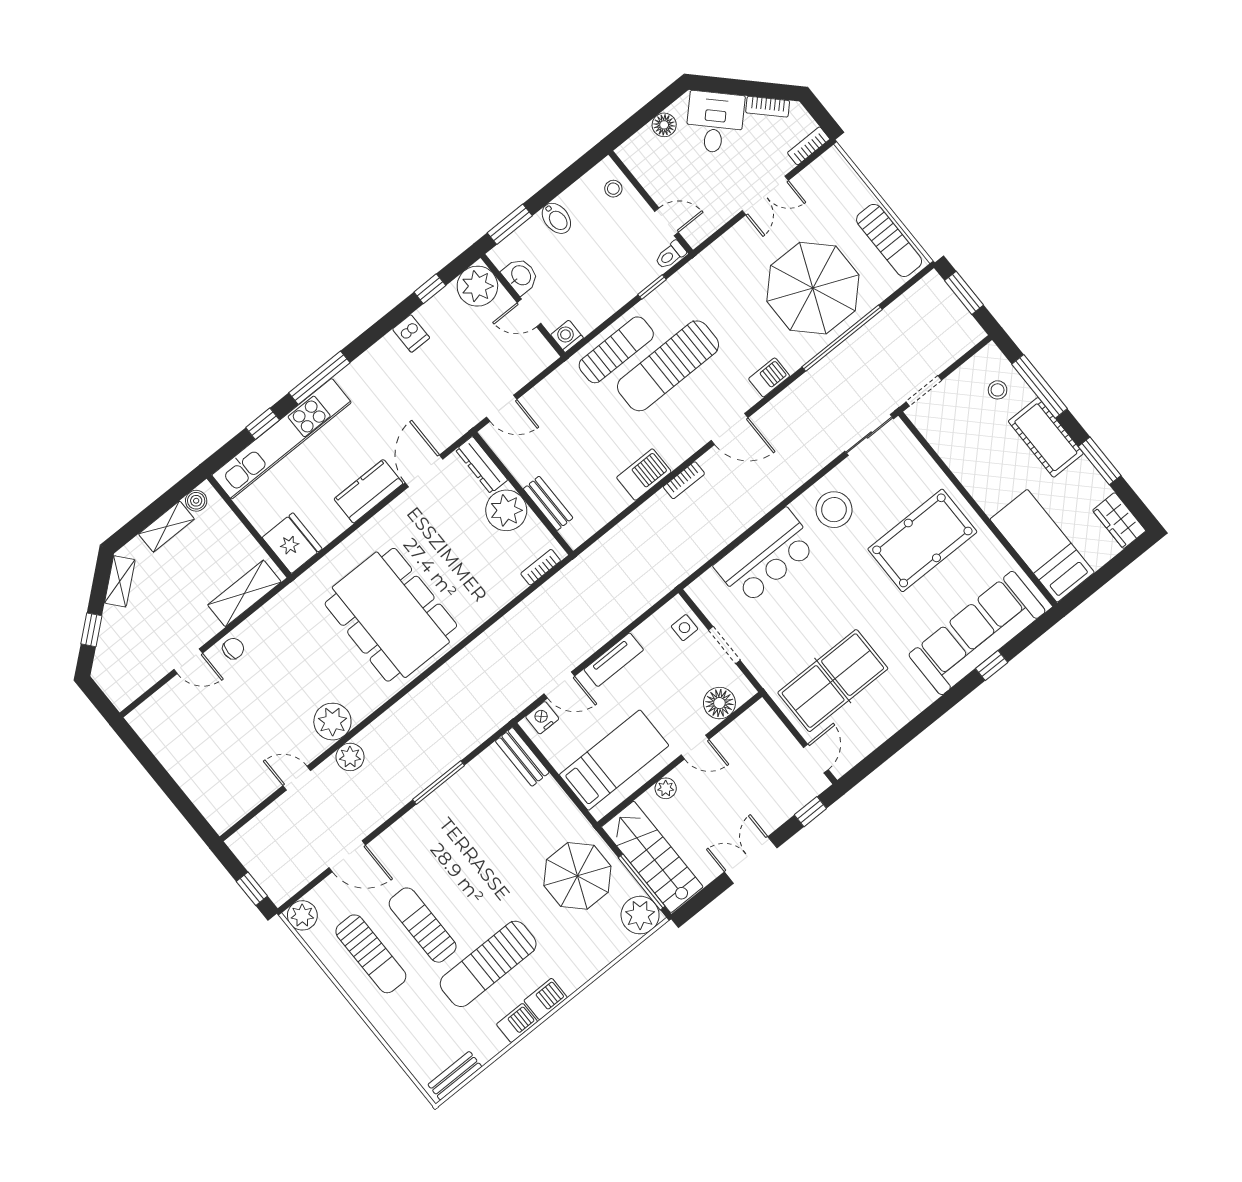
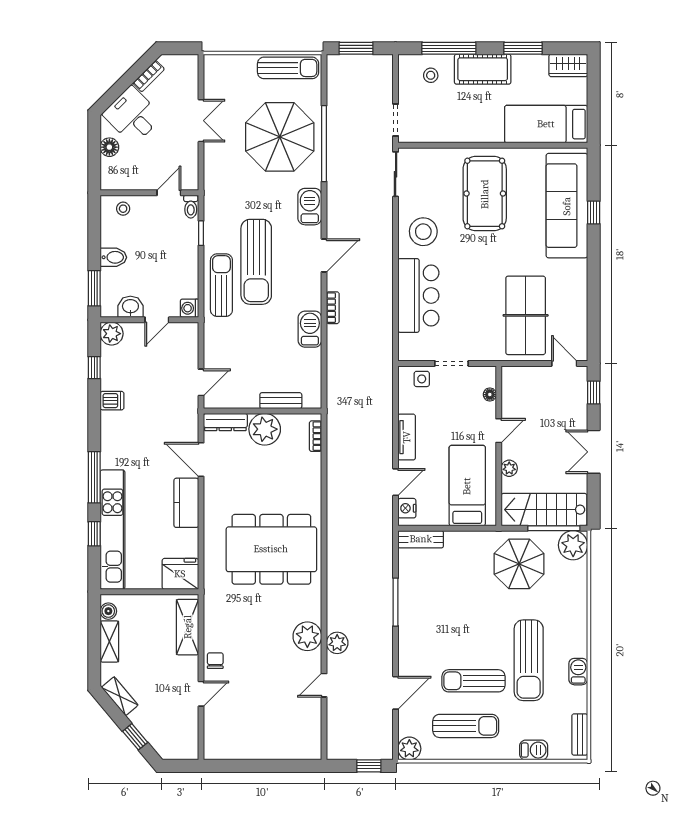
bookcase: (809, 146) -> (192, 70), removed
plant: (477, 286) -> (112, 334), width x0.73, depth x0.73
barbecue: (769, 377) -> (310, 207), width x1.38, depth x1.27
floor lamp: (719, 703) -> (490, 395), width x0.53, depth x0.53
barbecue: (546, 999) -> (534, 750), moved, turned 90

